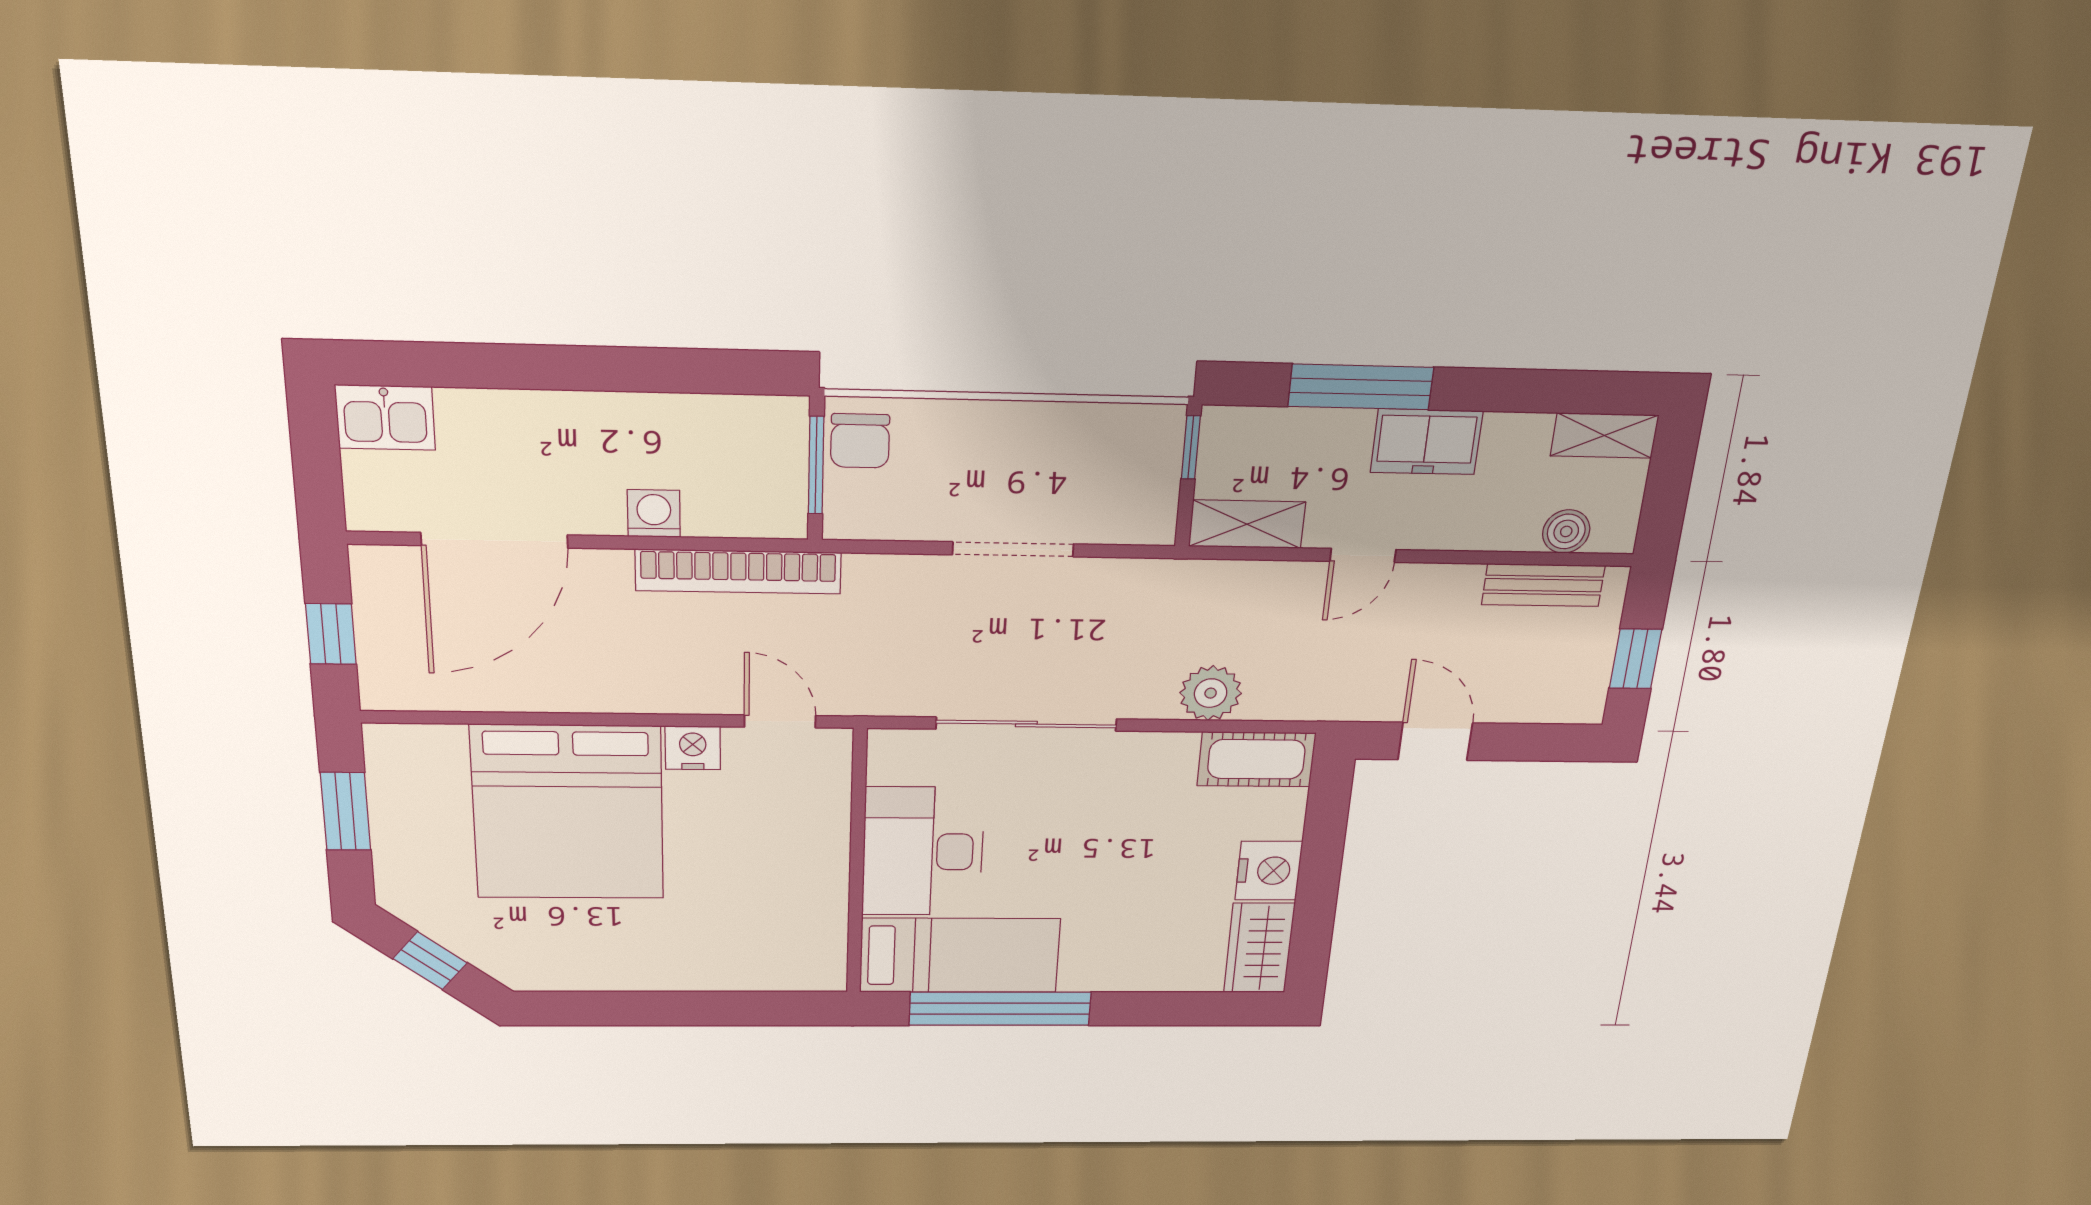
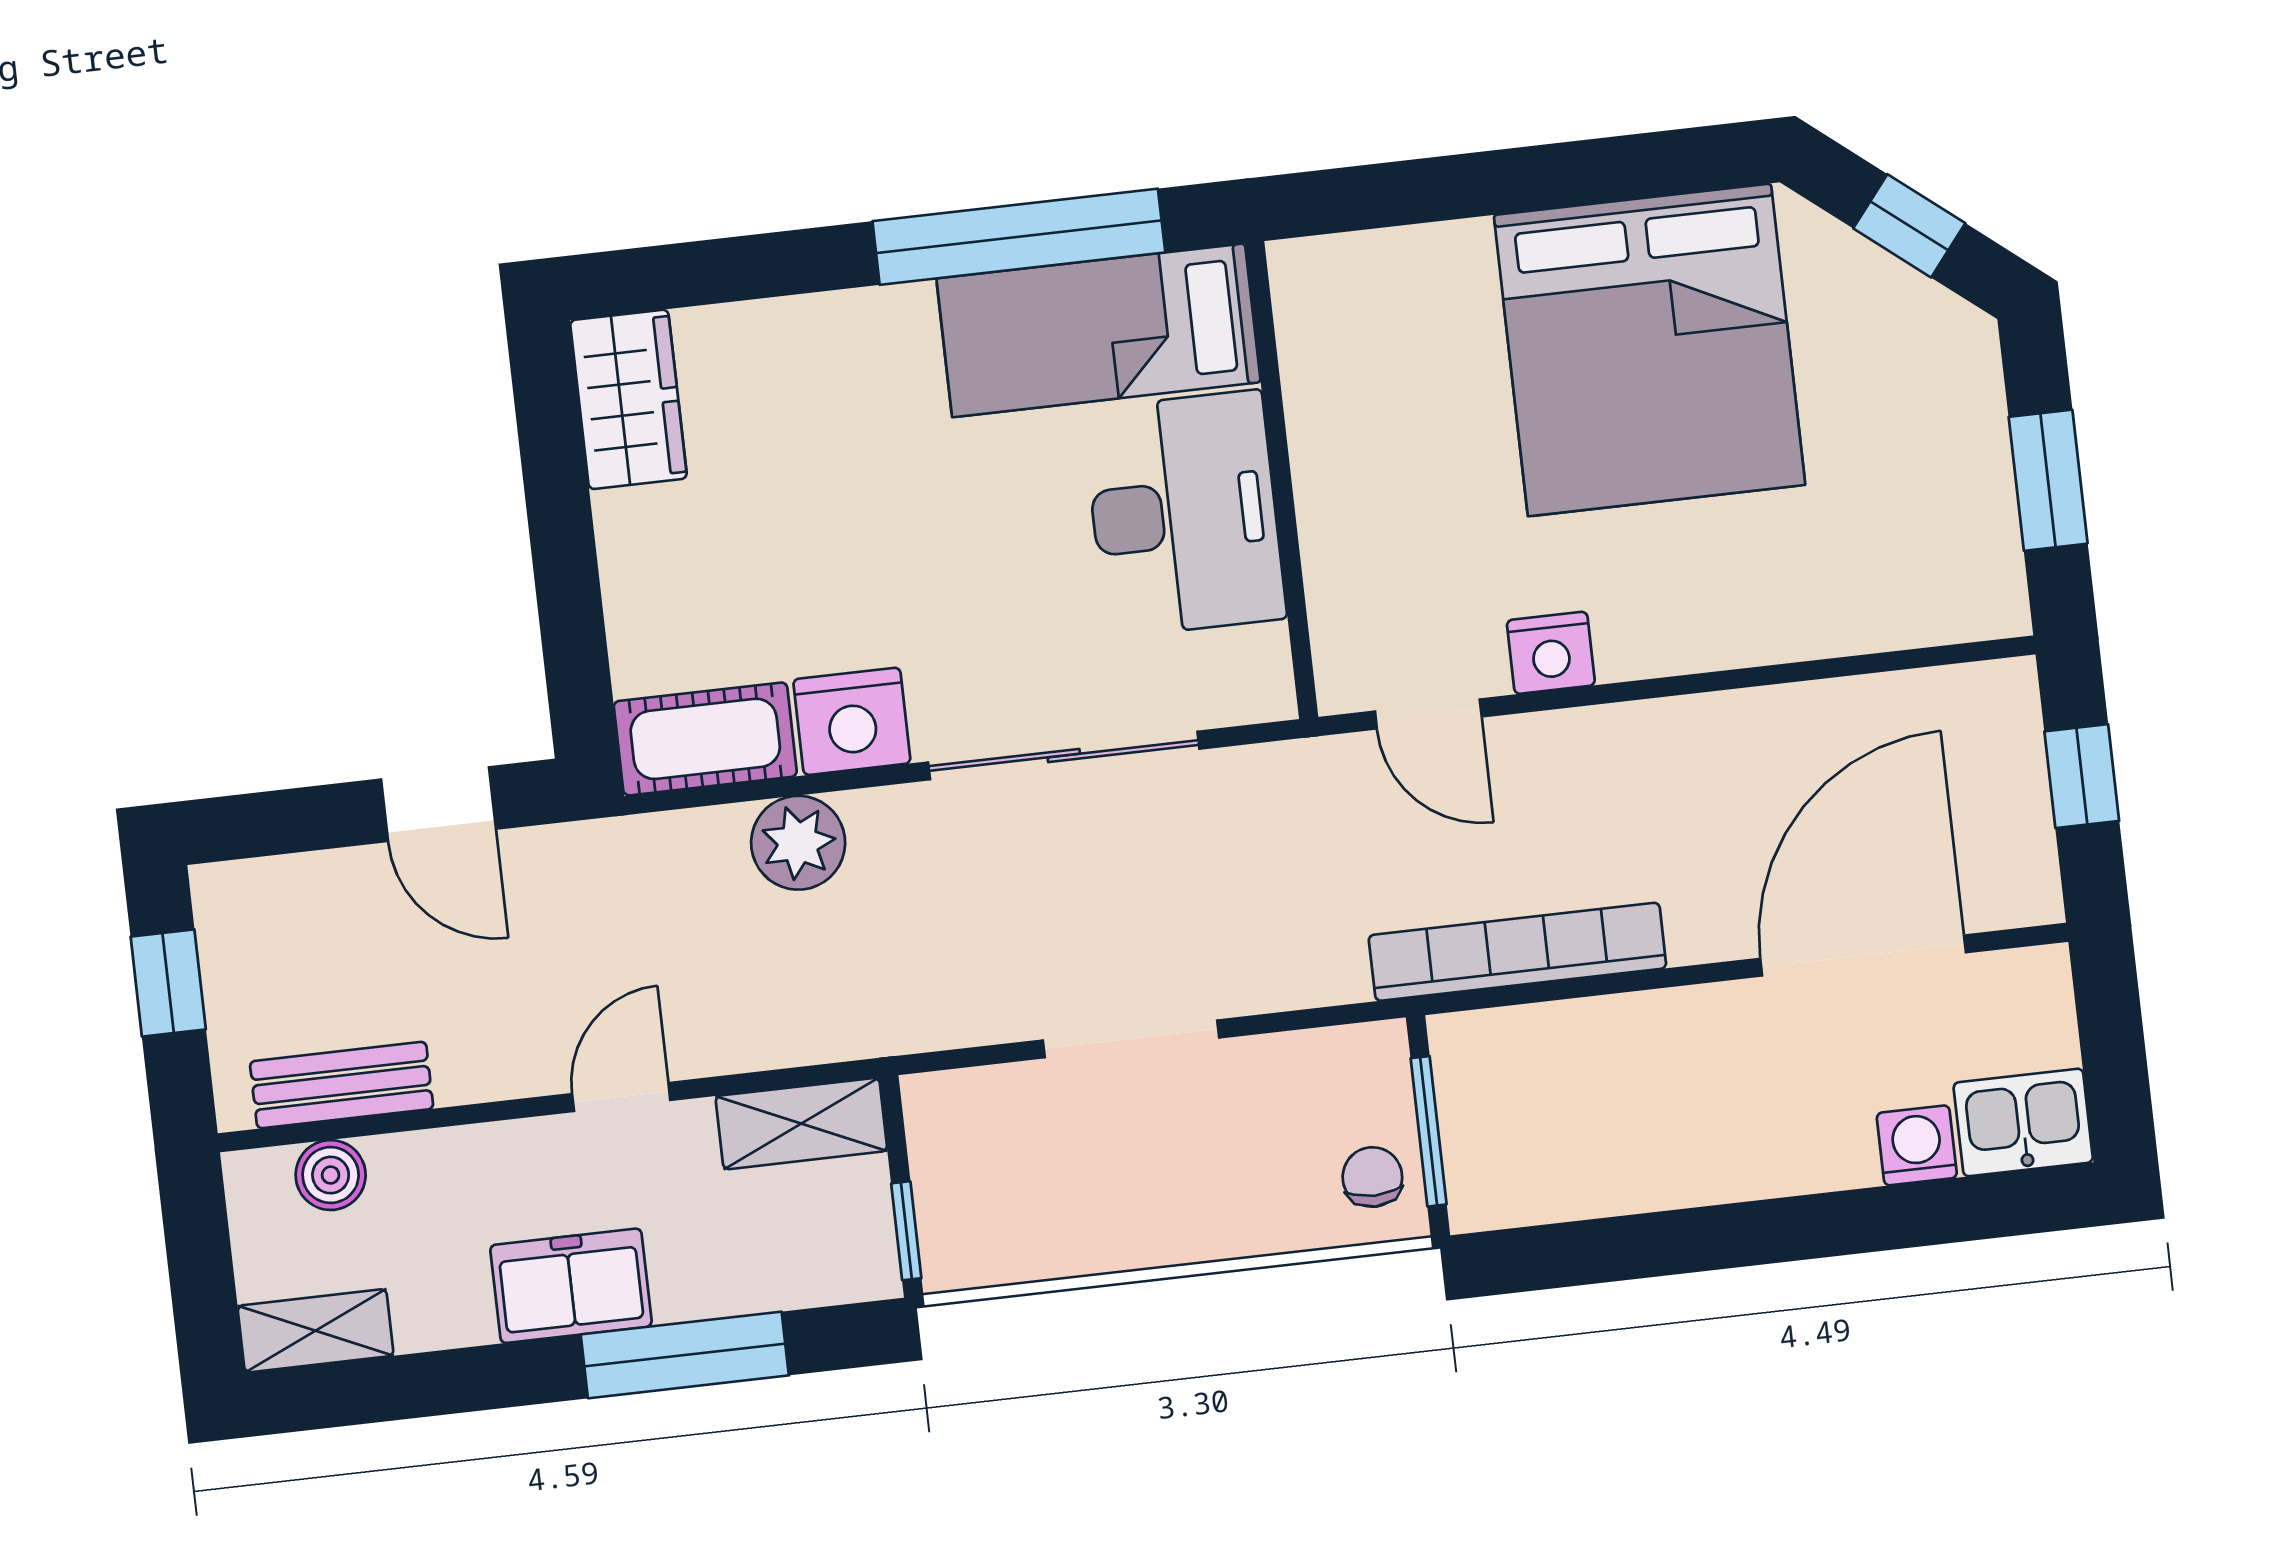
chair: (860, 441) -> (1372, 1177), width x0.73, depth x0.73
washing machine: (654, 513) -> (1917, 1145), moved, turned 180
bed: (568, 813) -> (1649, 350), moved, turned 180
nightstand: (1269, 871) -> (852, 721), moved, turned -90

